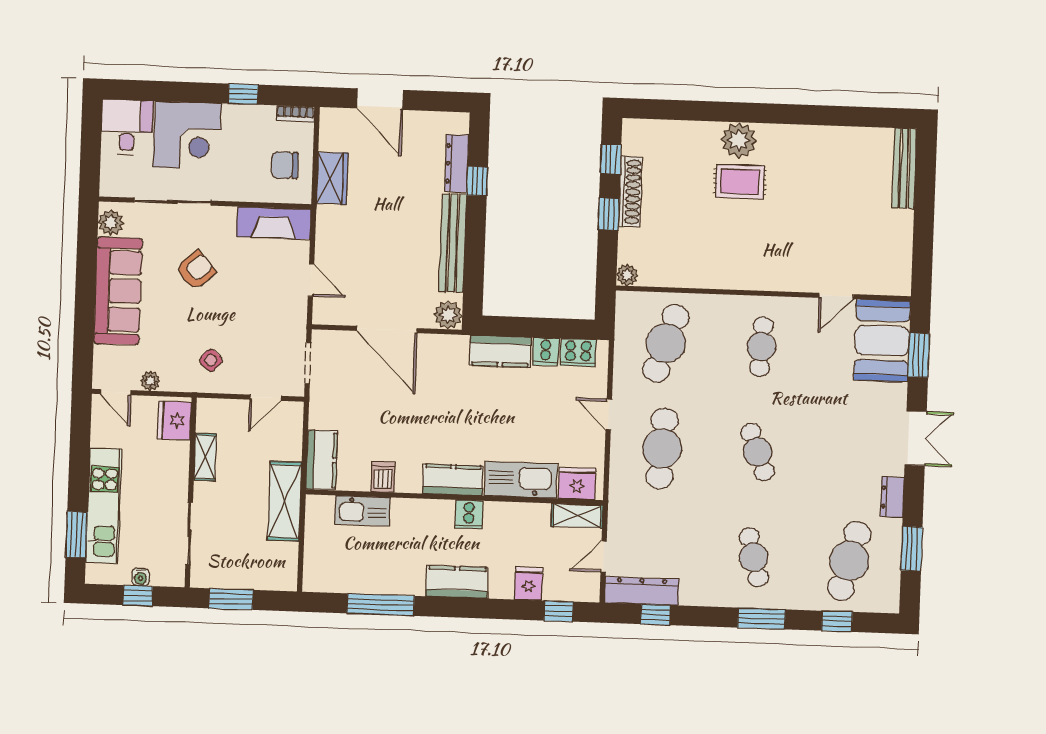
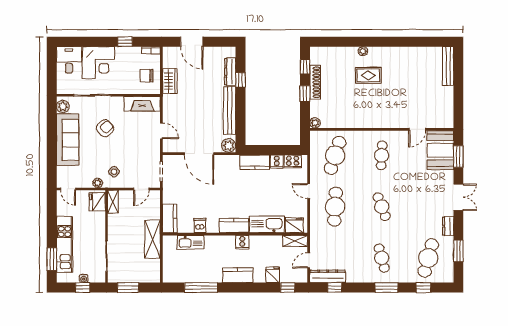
plant: (739, 140) -> (363, 51), width x0.53, depth x0.53
plant: (150, 381) -> (98, 183), moved
shelving: (205, 457) -> (113, 202), moved

